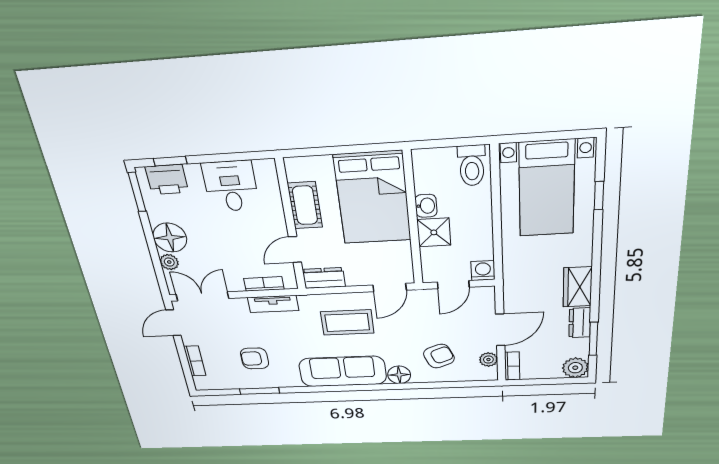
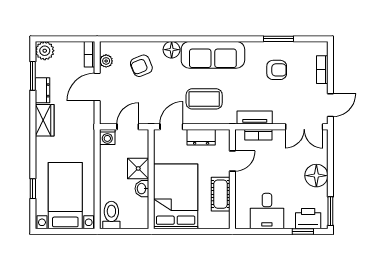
plant: (169, 262) -> (321, 156), removed
dresser: (324, 278) -> (201, 137), moved

